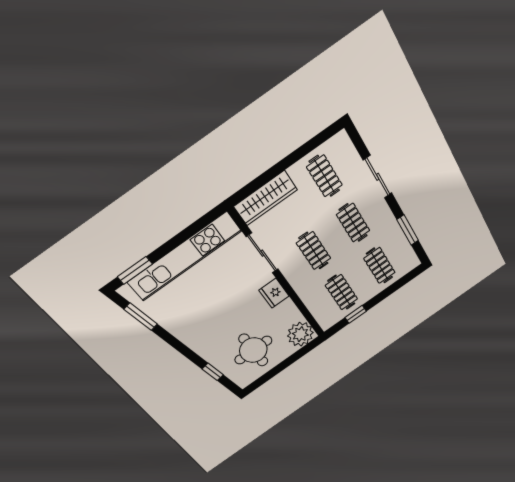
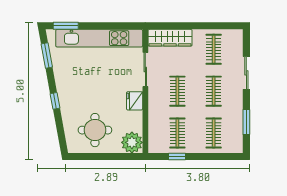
window: (213, 372) -> (55, 101), moved

